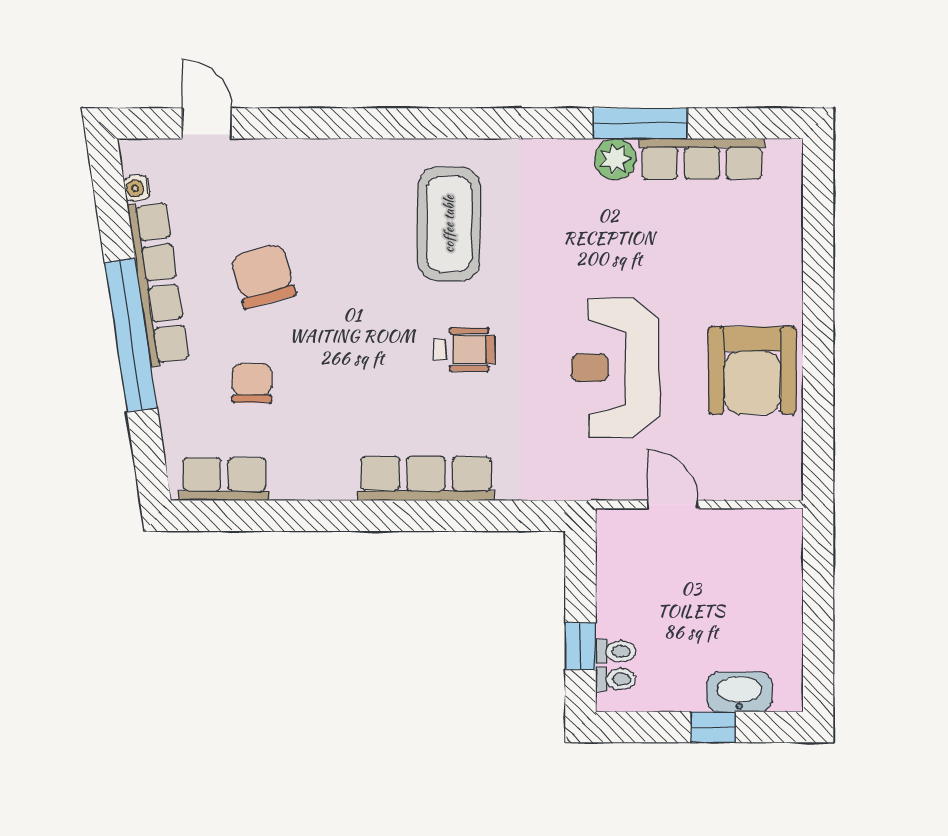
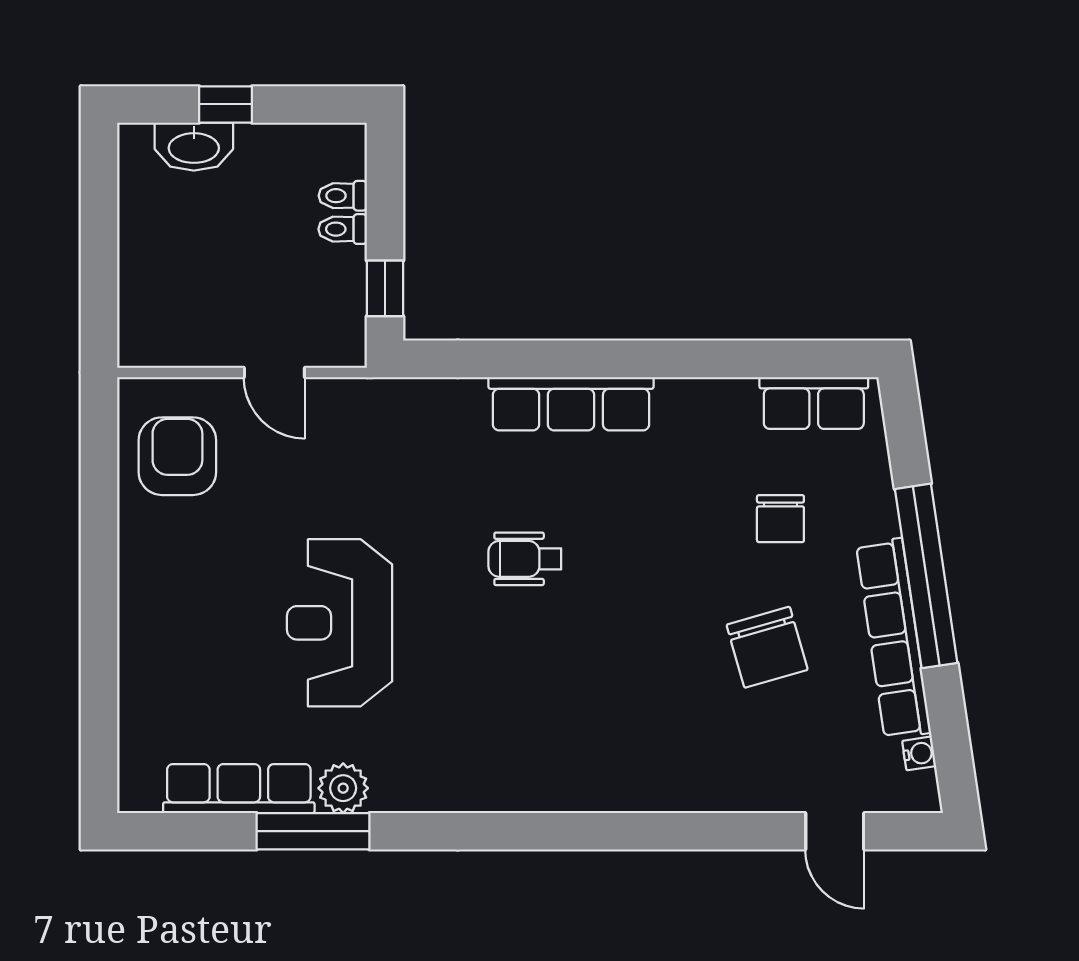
coffee table: (449, 224) -> (543, 710), removed
reception desk: (615, 368) -> (340, 623), moved, turned 180
armchair: (752, 370) -> (177, 456), moved, width x0.73, depth x0.73
window: (580, 646) -> (385, 288), moved
toilet: (616, 679) -> (343, 229), moved

